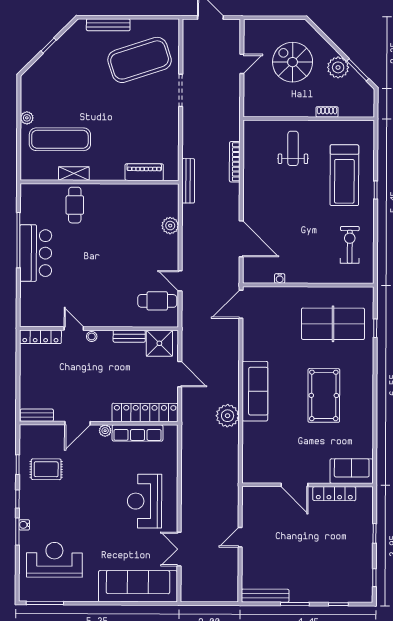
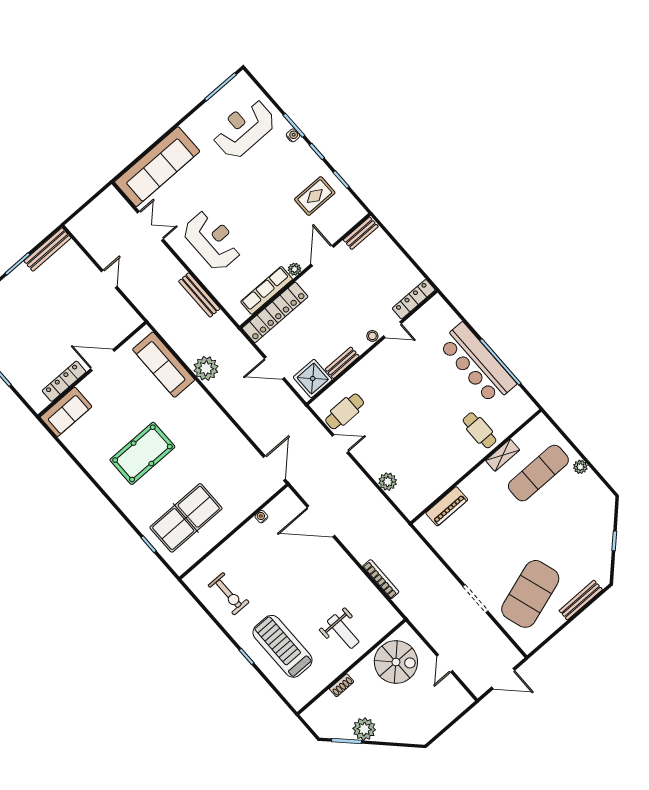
spiral stairs: (293, 62) -> (396, 662), moved
bench: (188, 181) -> (199, 295), moved
bar counter: (36, 253) -> (477, 364), width x1.36
sofa: (255, 391) -> (164, 365), moved
pool table: (324, 395) -> (142, 453), turned 90
reception desk: (54, 560) -> (244, 129), turned 180

